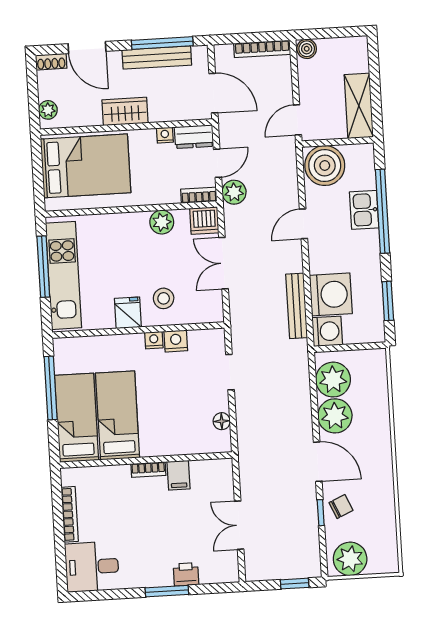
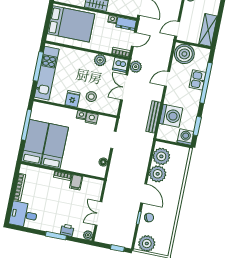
plant: (234, 192) -> (136, 67), moved
washing machine: (327, 331) -> (185, 137), moved, turned -90
plant: (230, 573) -> (88, 235), added

